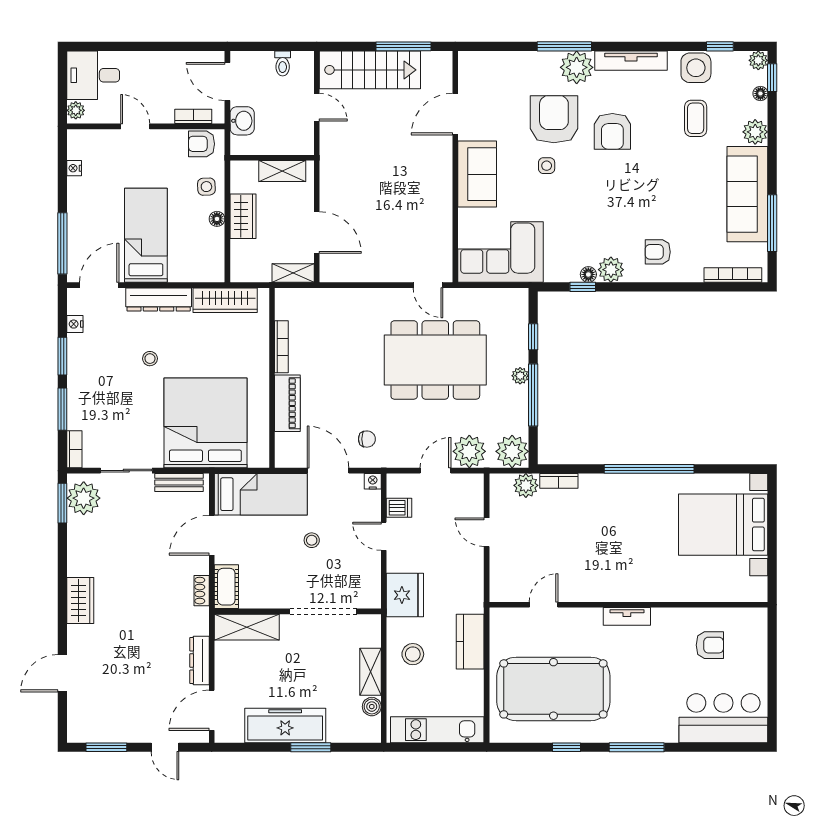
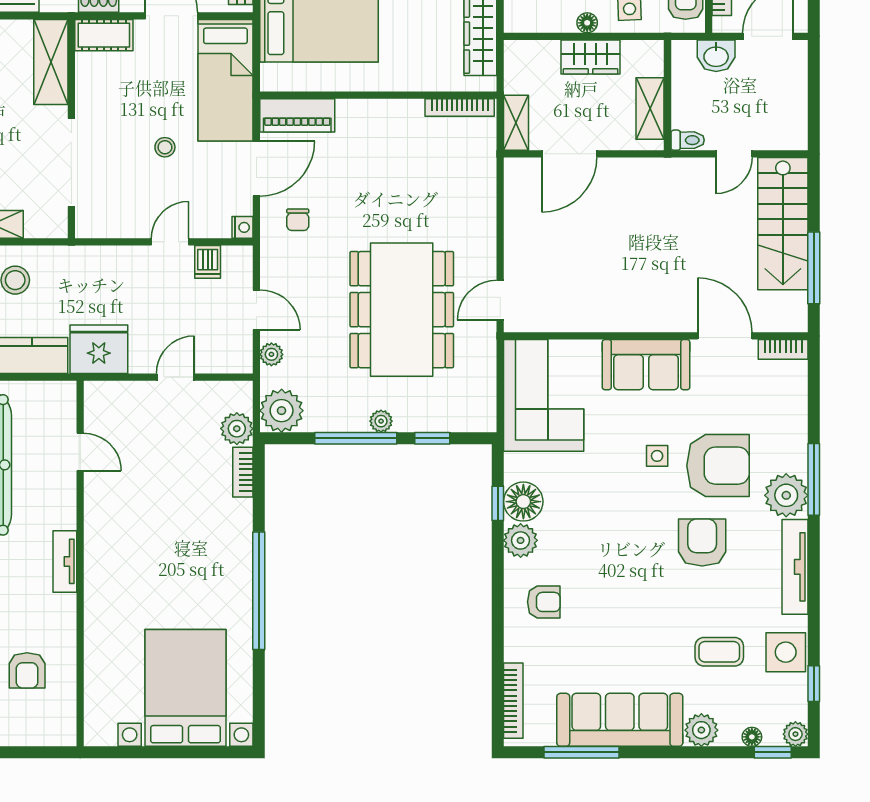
toilet: (283, 64) -> (688, 140), moved, turned 180
bookcase: (466, 70) -> (783, 349), added
armchair: (612, 131) -> (702, 542), turned 90
armchair: (658, 252) -> (544, 602), turned 90
floor lamp: (588, 274) -> (523, 502), width x1.89, depth x1.89
bookcase: (281, 347) -> (460, 107), moved
piano: (287, 403) -> (297, 115), moved
plant: (469, 451) -> (271, 354), width x0.53, depth x0.53
fridge: (405, 595) -> (99, 349), moved, turned 180

